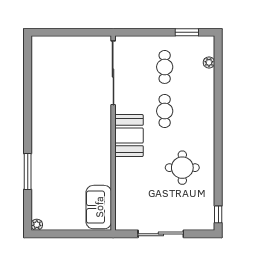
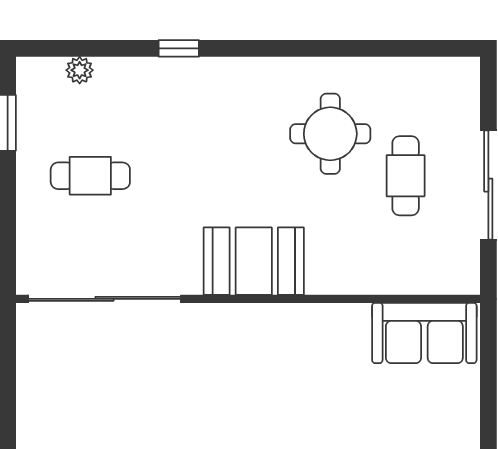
cafe table: (165, 111) -> (406, 176), moved, turned 90
window: (218, 214) -> (179, 48), moved

